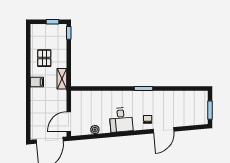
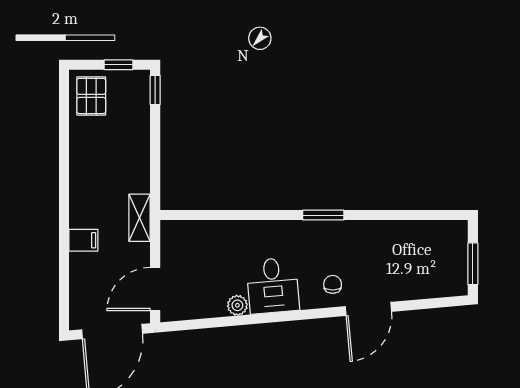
pallet: (44, 58) -> (91, 96), moved
shelving: (62, 79) -> (140, 218), moved
filing cabinet: (37, 82) -> (83, 240), moved
plant: (95, 130) -> (237, 305), moved

